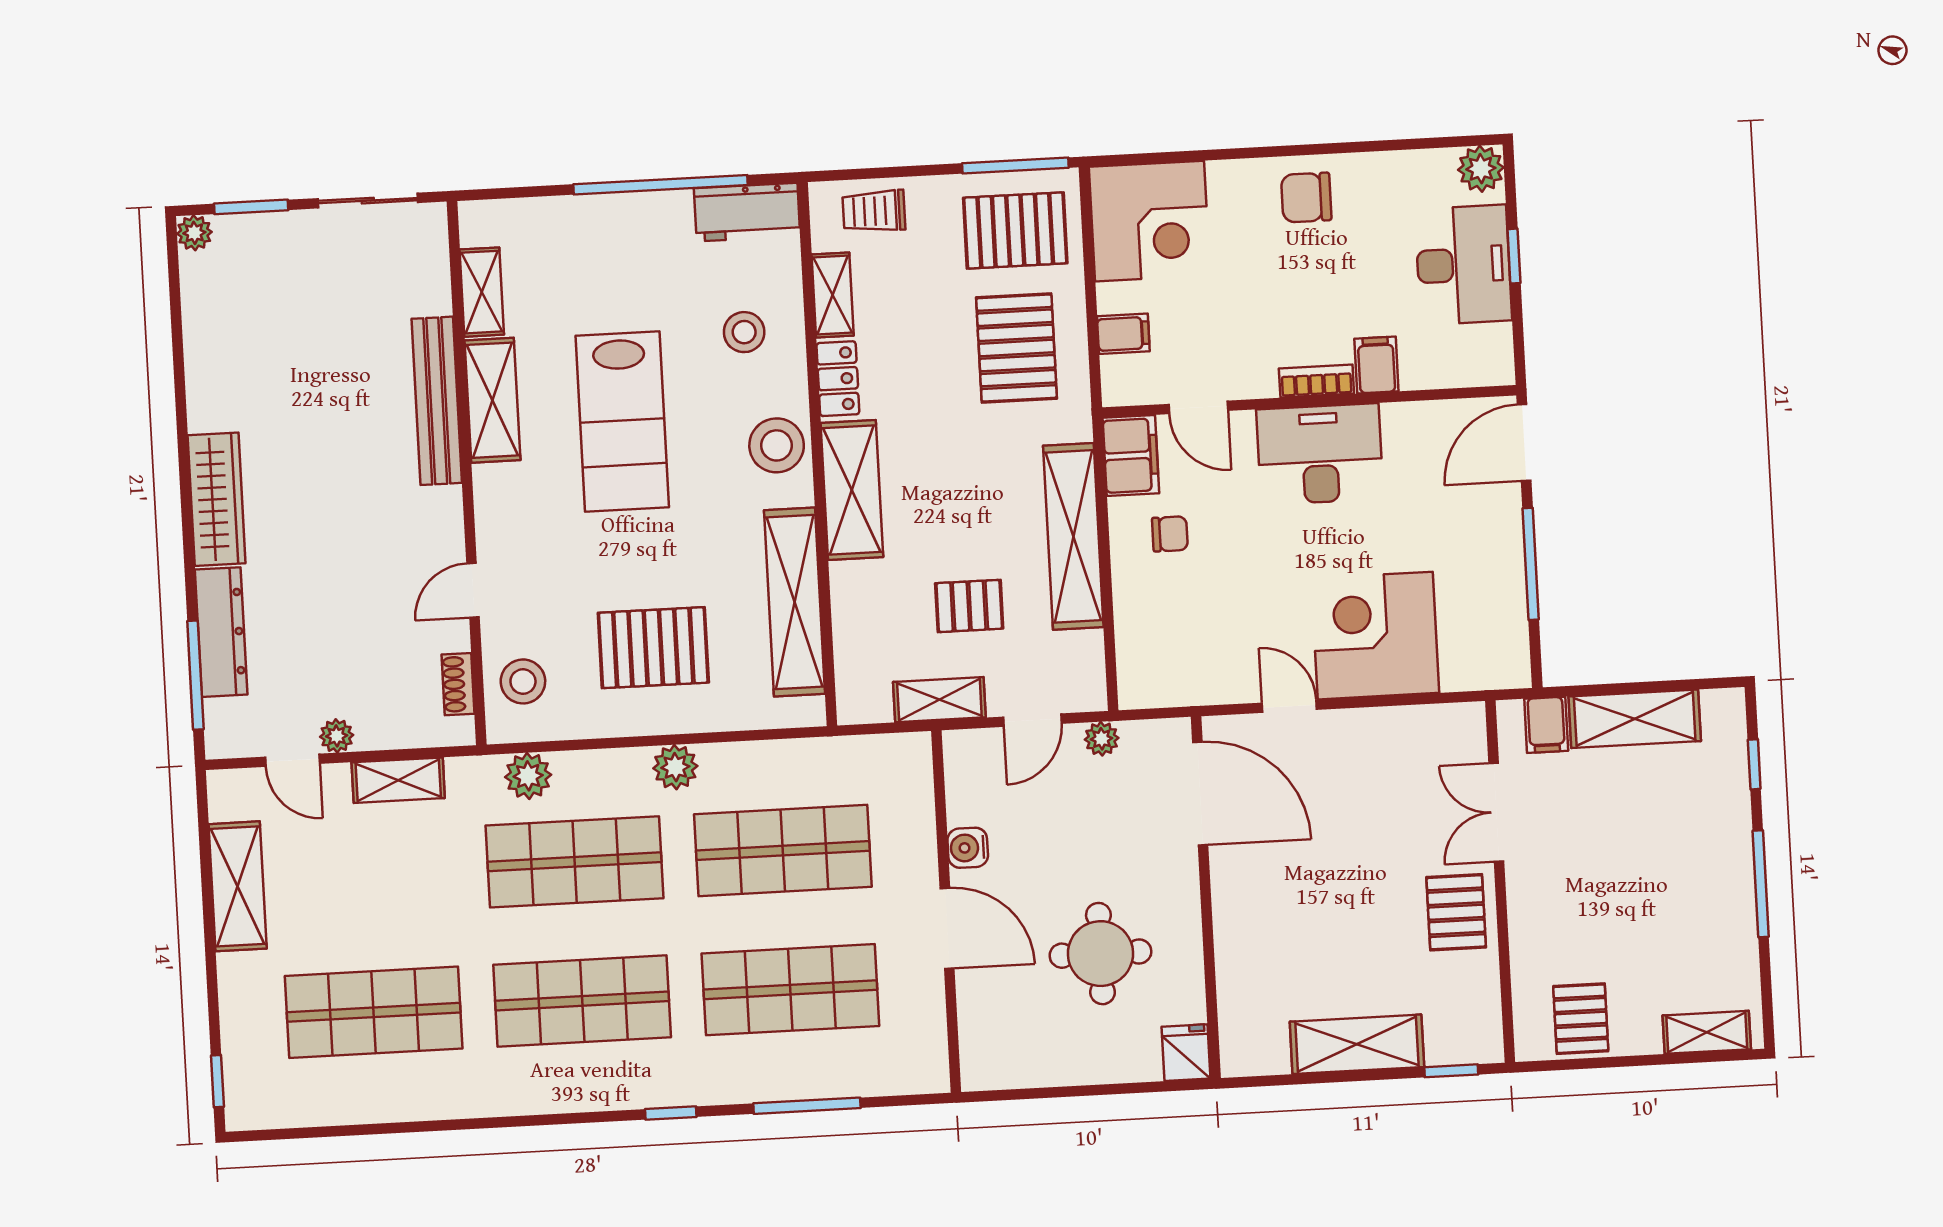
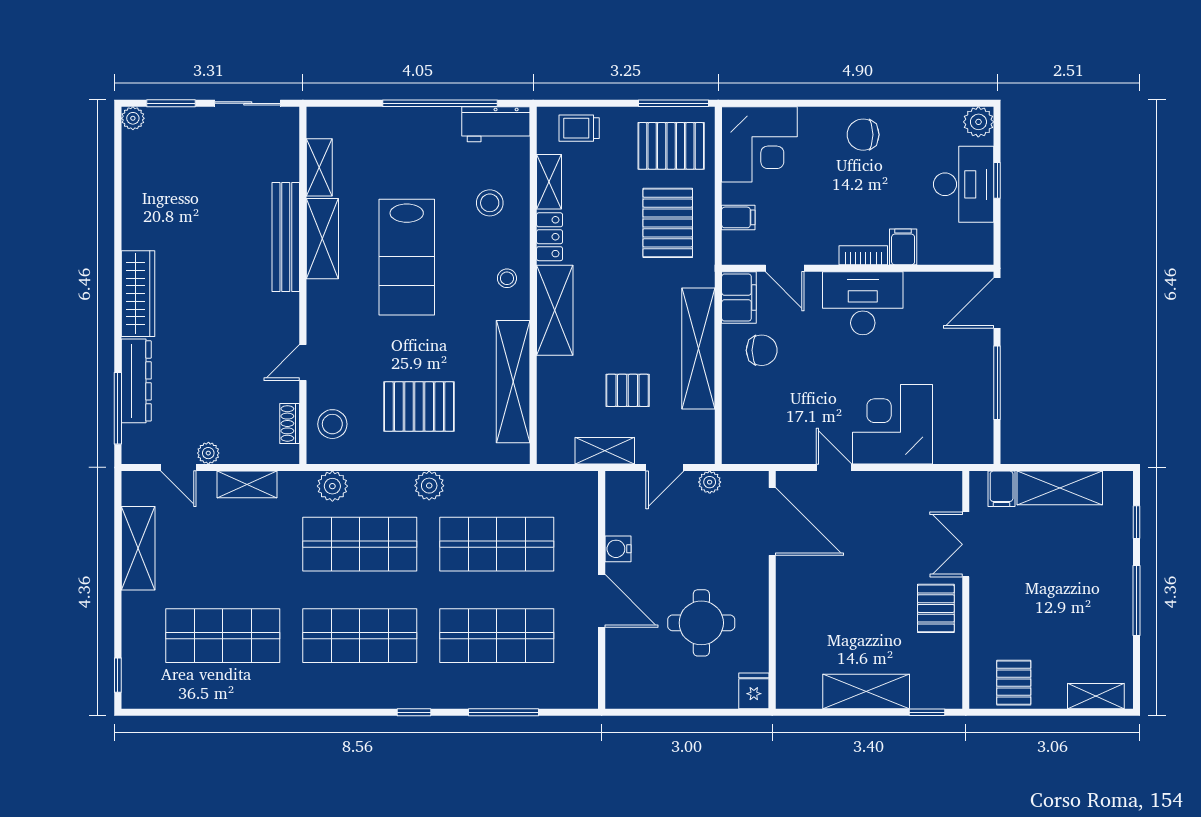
stool: (777, 445) -> (507, 278), width x0.53, depth x0.53
chair: (1170, 534) -> (762, 350), width x1.37, depth x1.37

